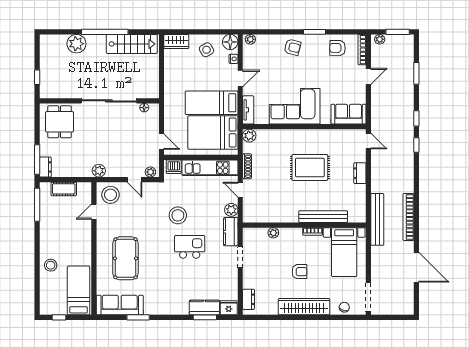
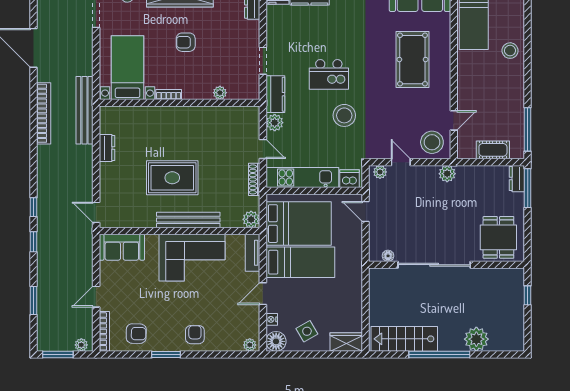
armchair: (292, 47) -> (195, 335), turned 76
dresser: (360, 173) -> (107, 148), moved
bench: (323, 217) -> (188, 220), moved

